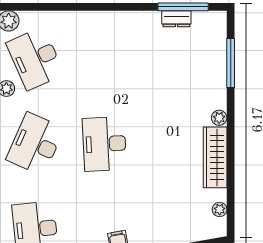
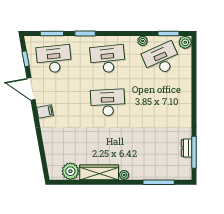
desk: (35, 144) -> (108, 59), turned -30
plant: (220, 209) -> (70, 171), width x1.88, depth x1.88

